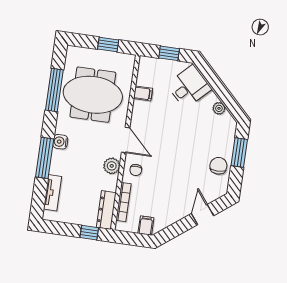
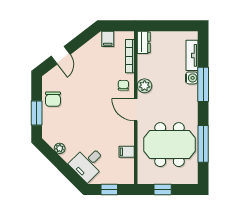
water cooler: (60, 142) -> (192, 78), moved
dresser: (106, 210) -> (144, 42), width x0.70
window: (89, 233) -> (156, 26), removed

